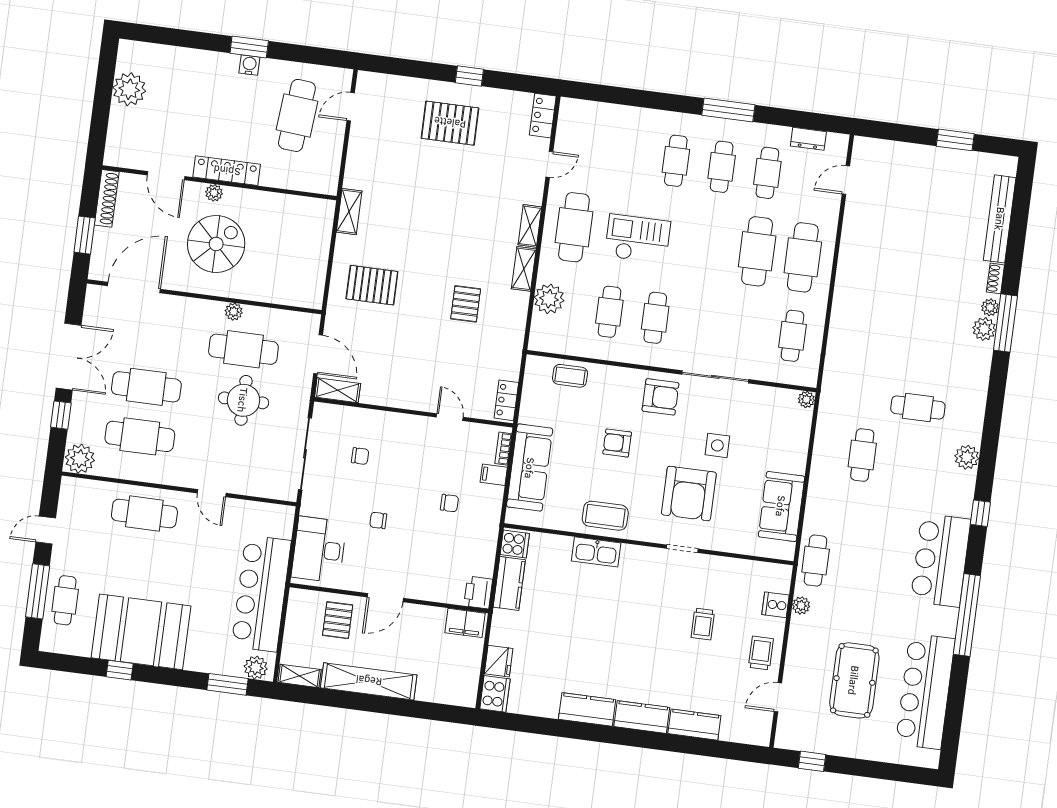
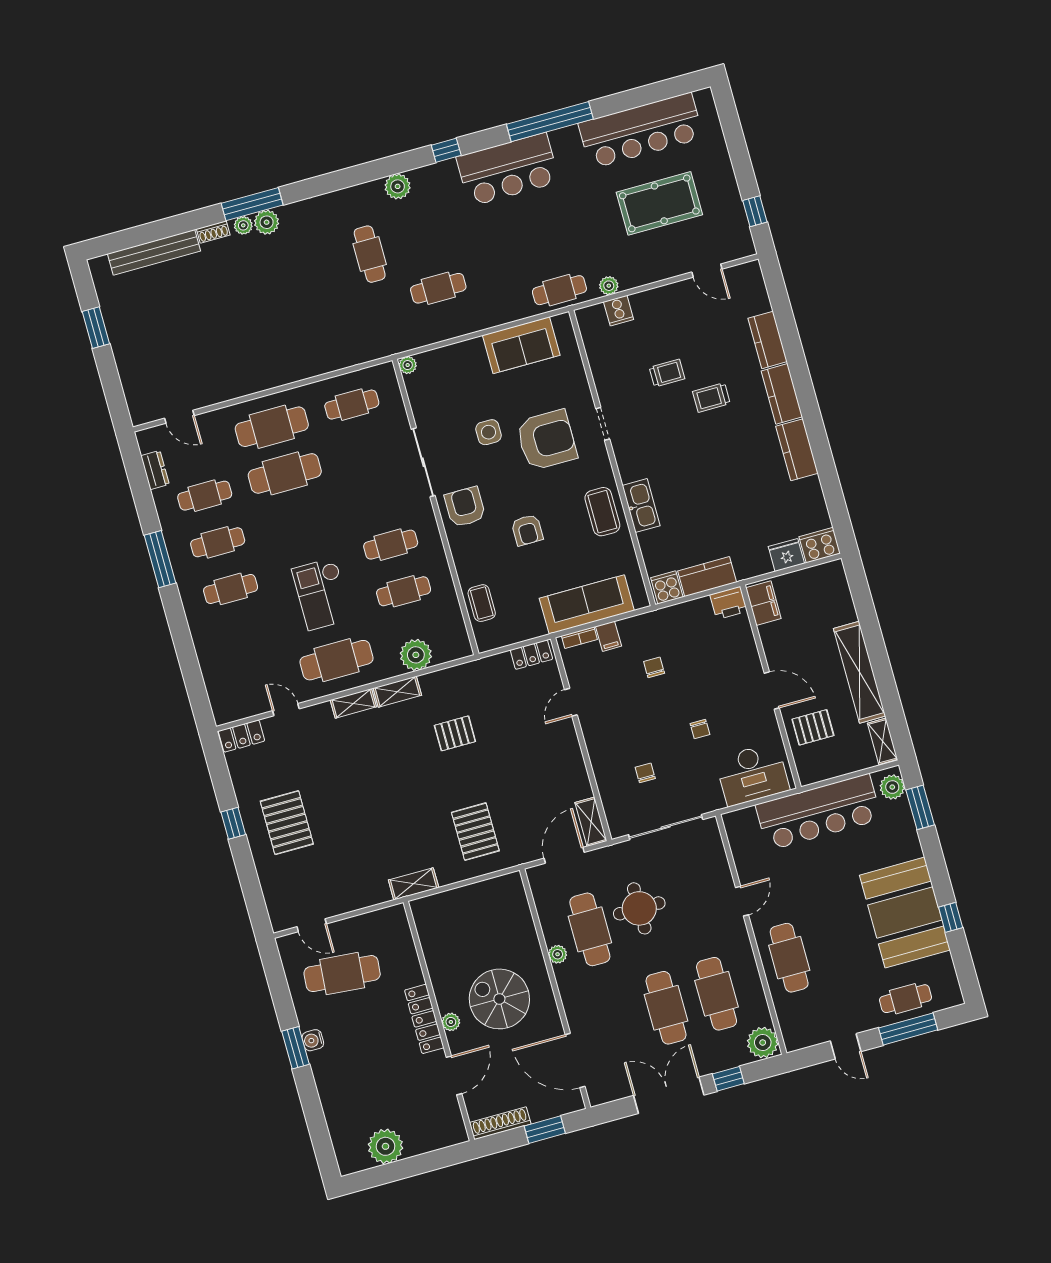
trolley: (761, 653) -> (711, 397), moved

